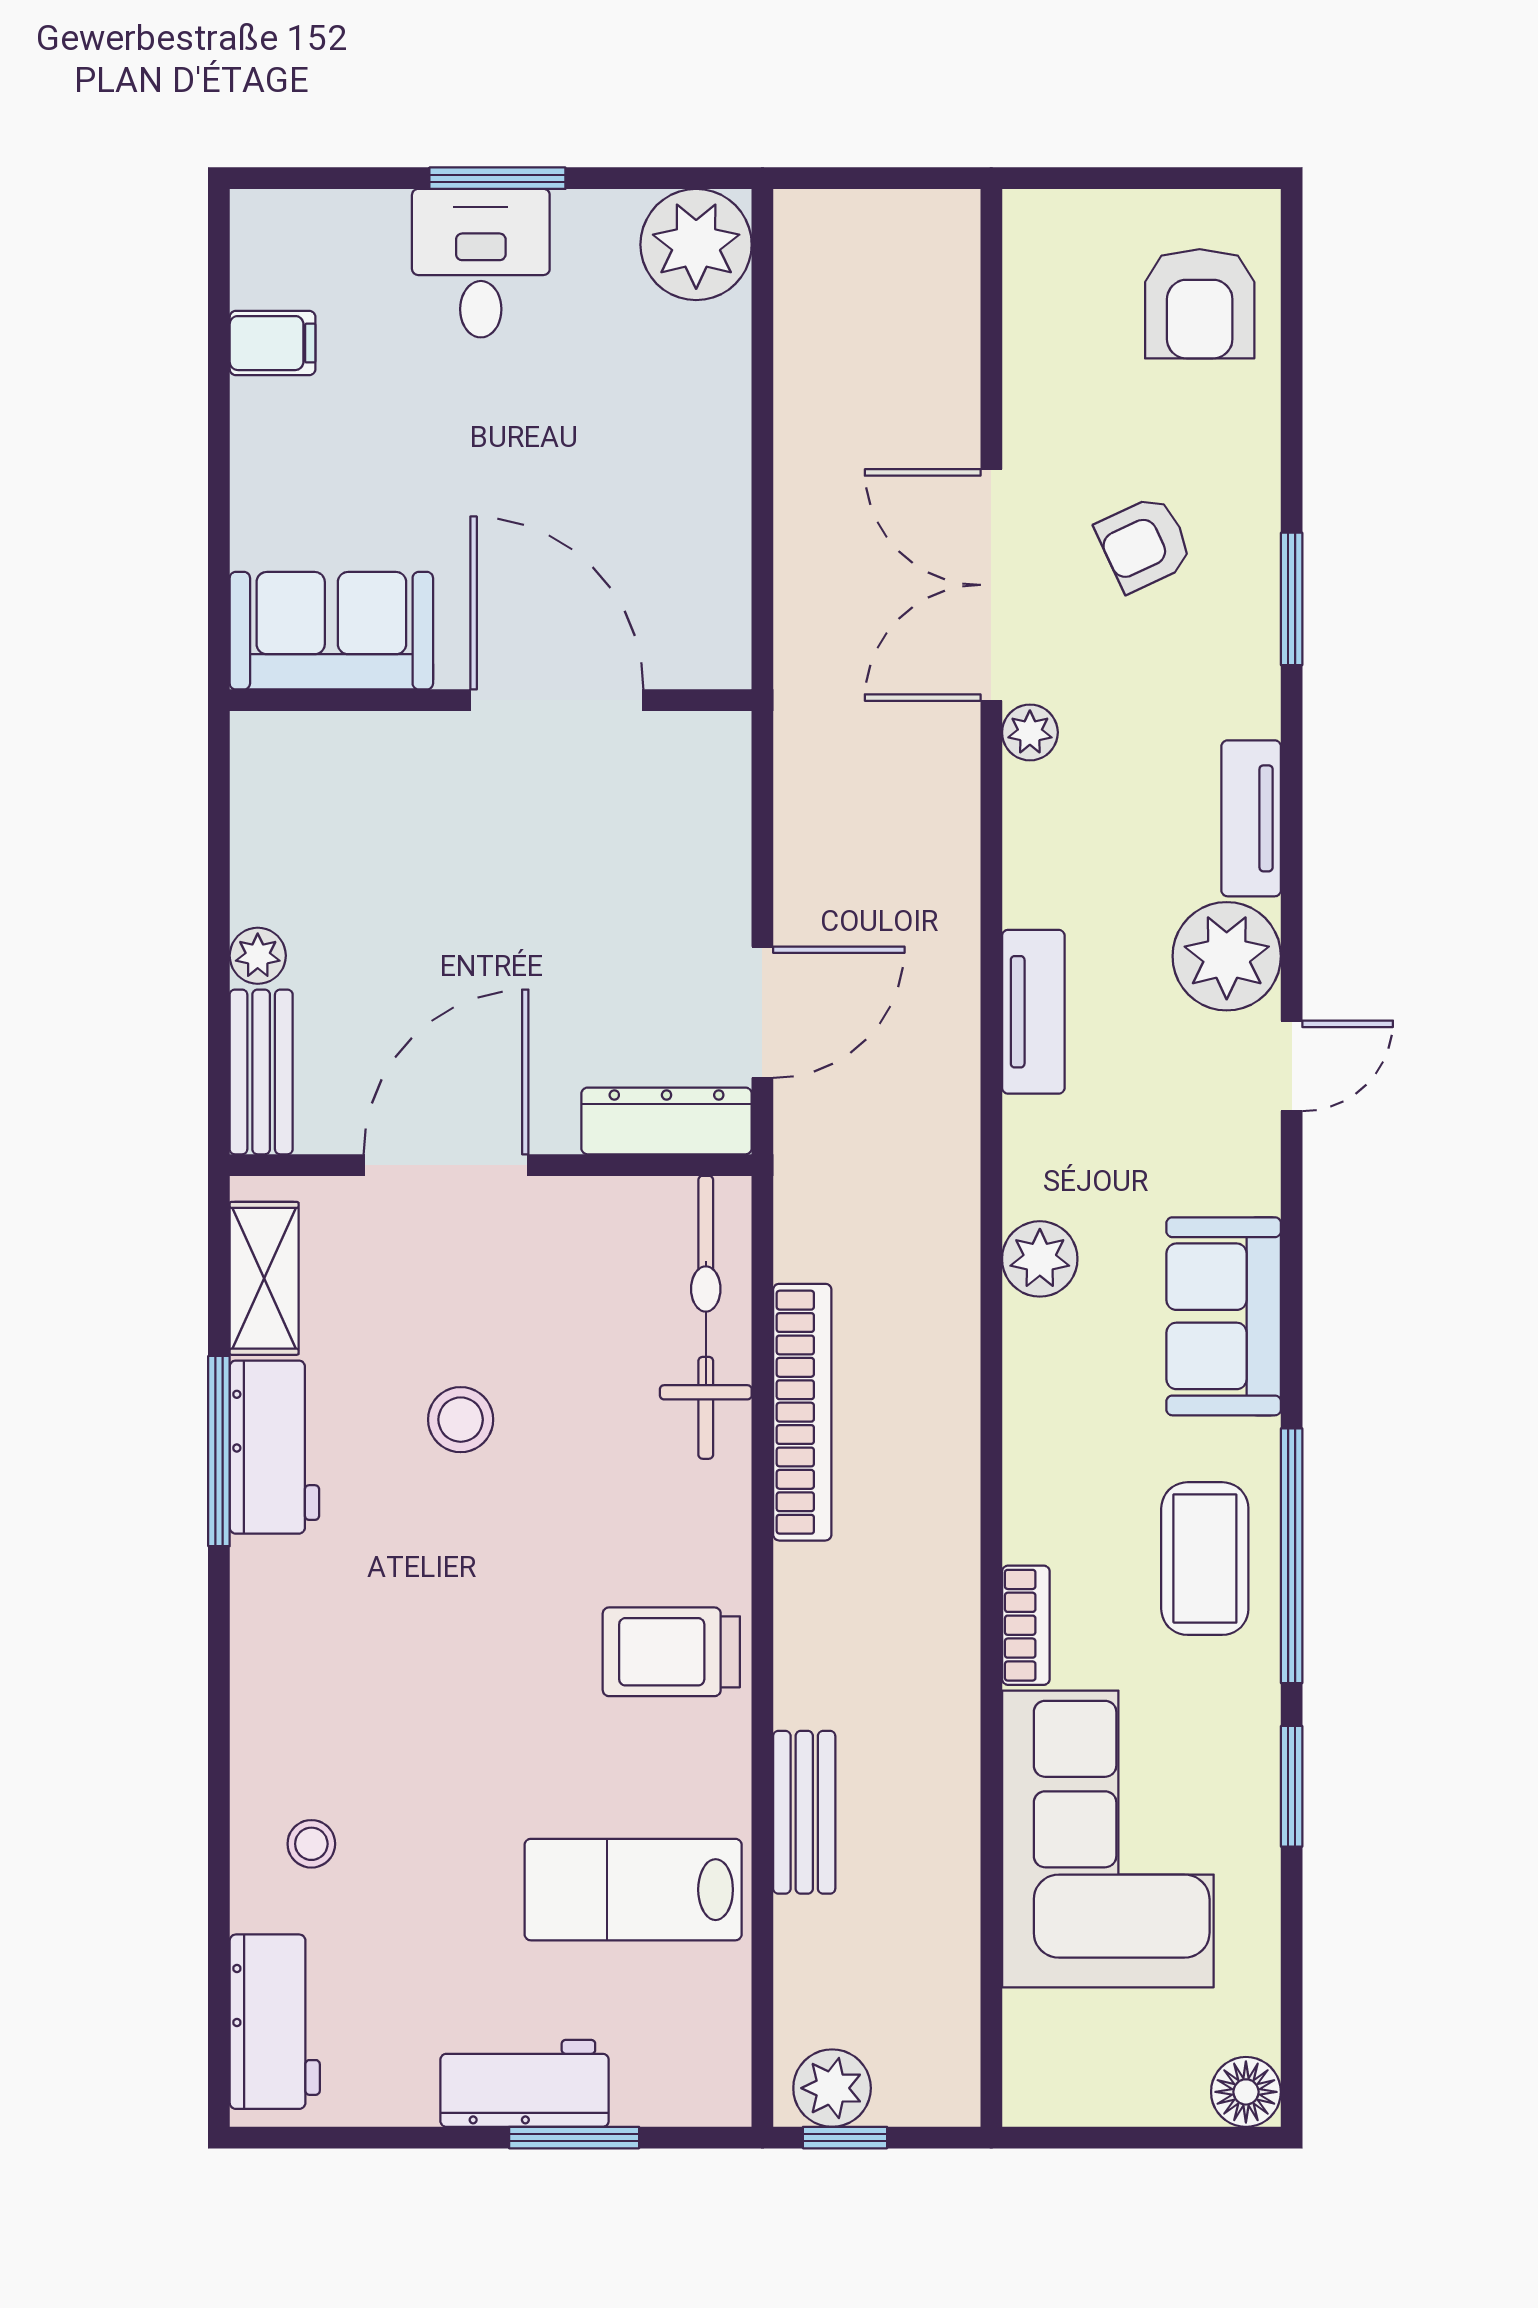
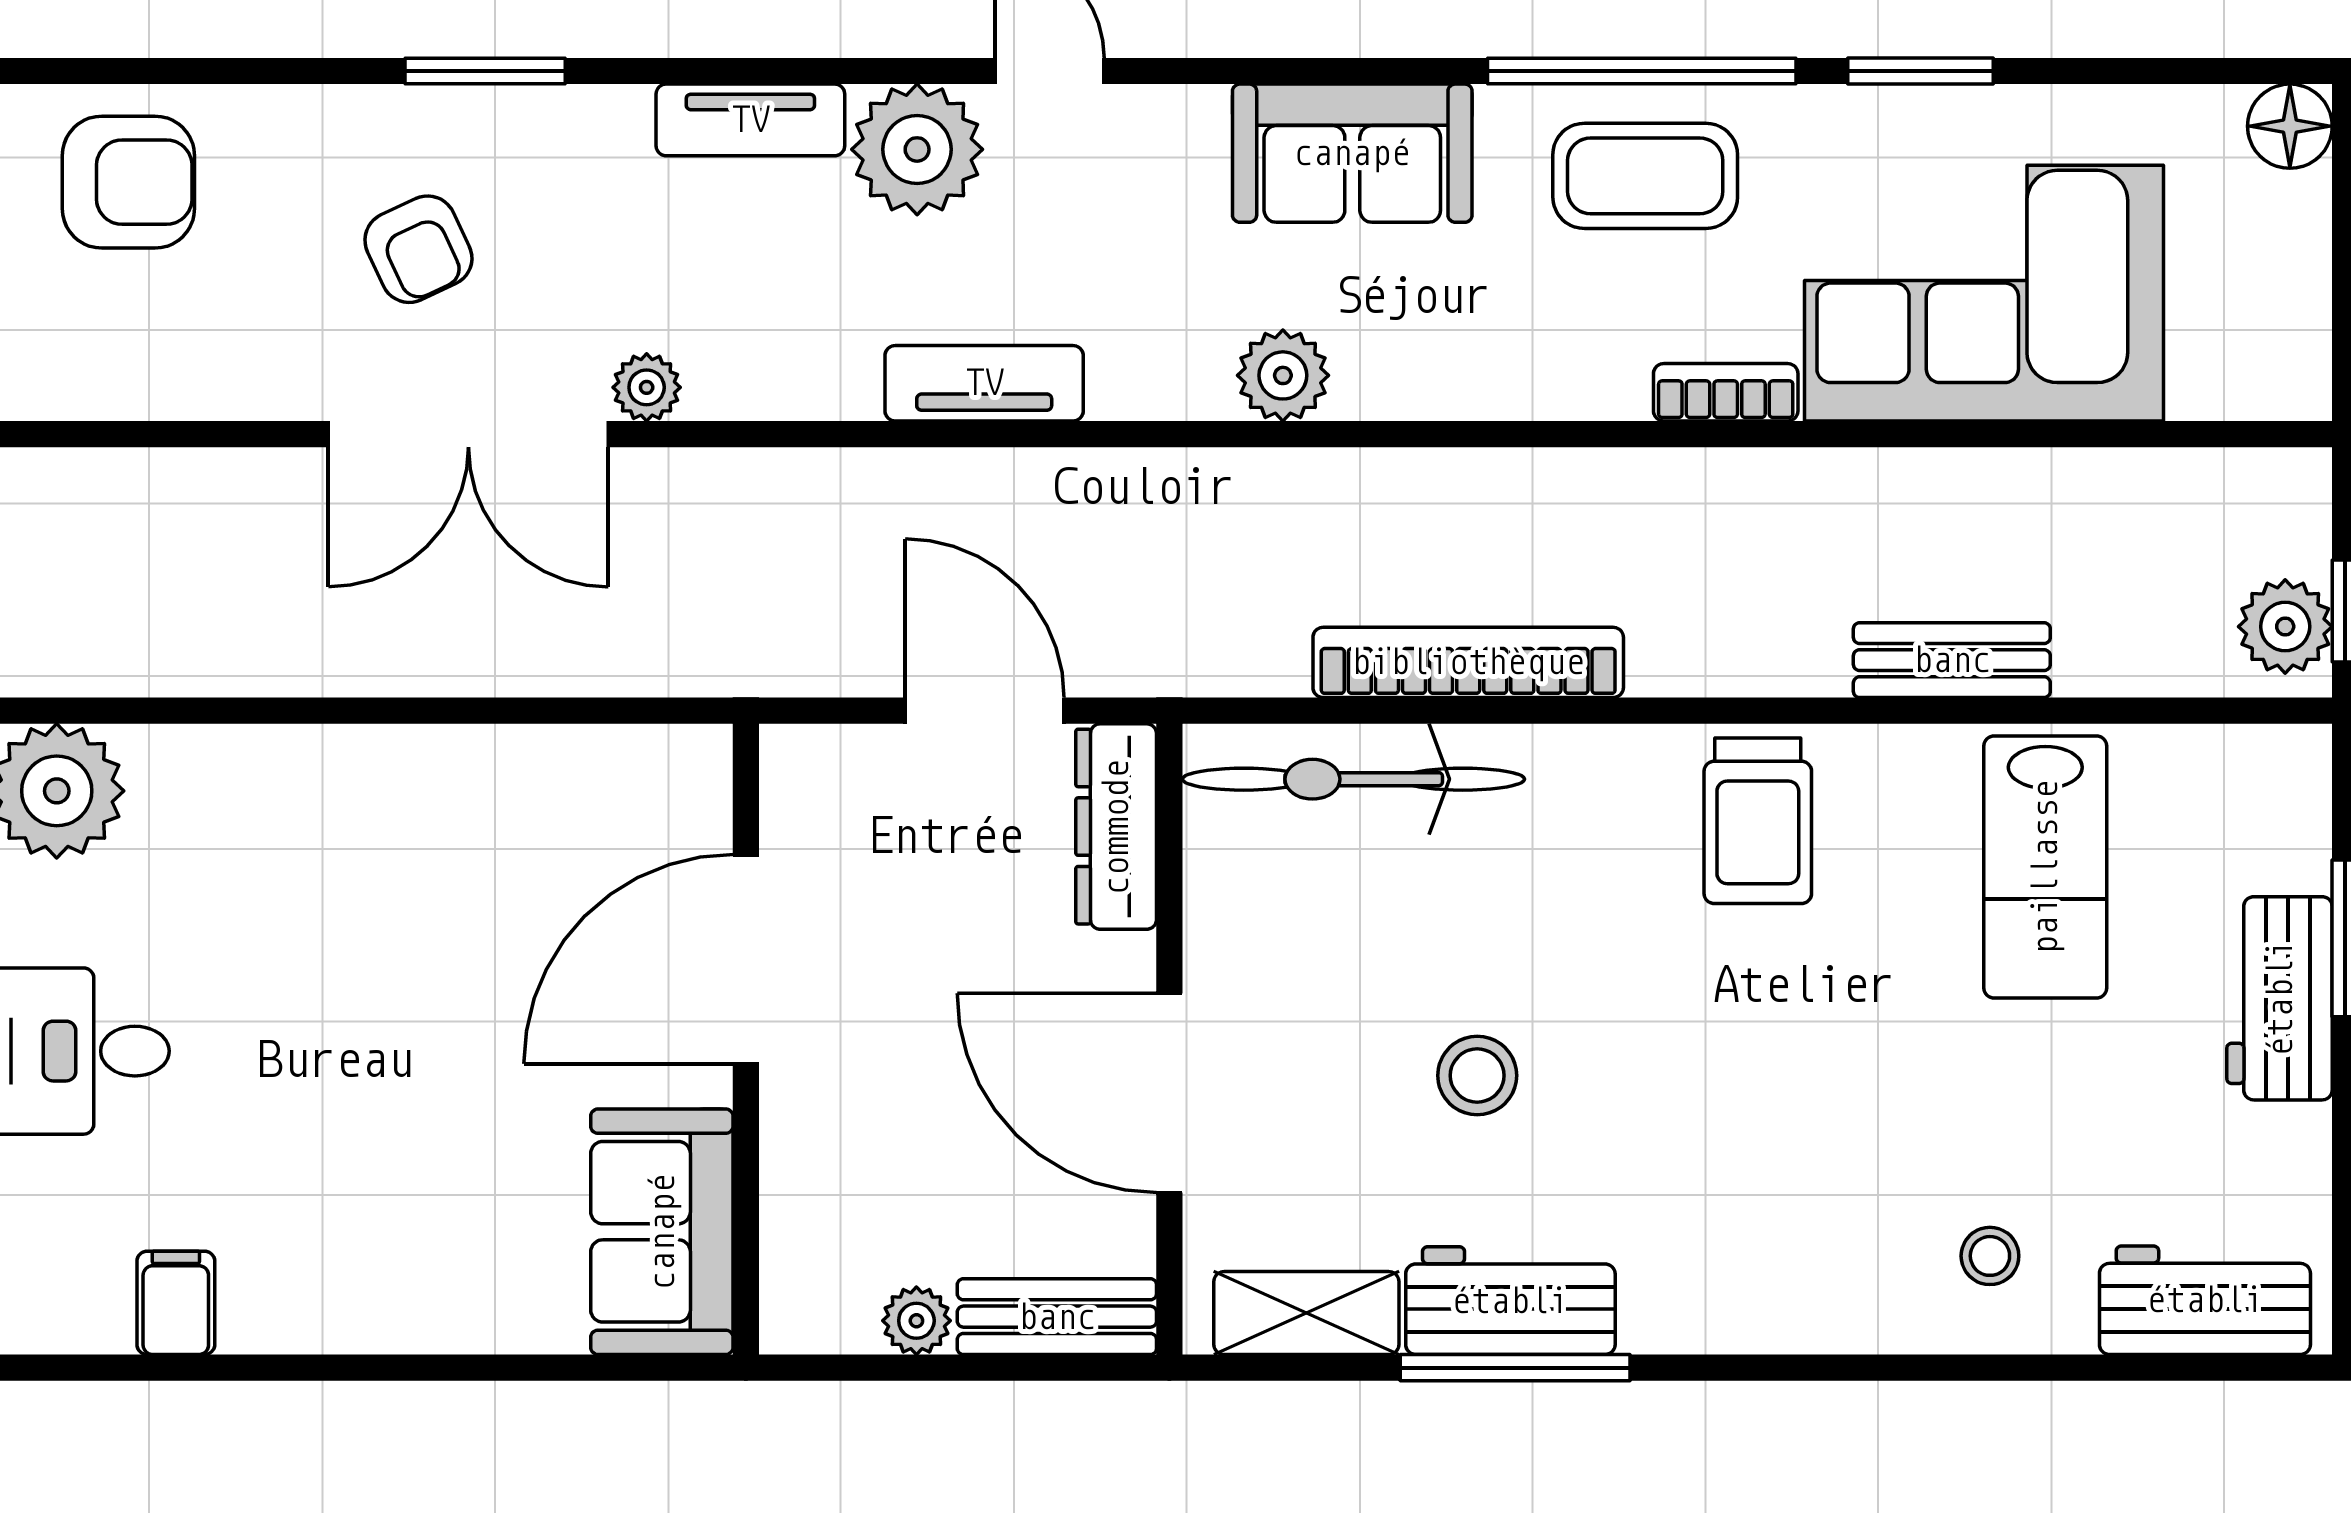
sofa: (331, 631) -> (662, 1232), moved
wall: (491, 700) -> (746, 1039), moved
door: (557, 700) -> (746, 959), moved

